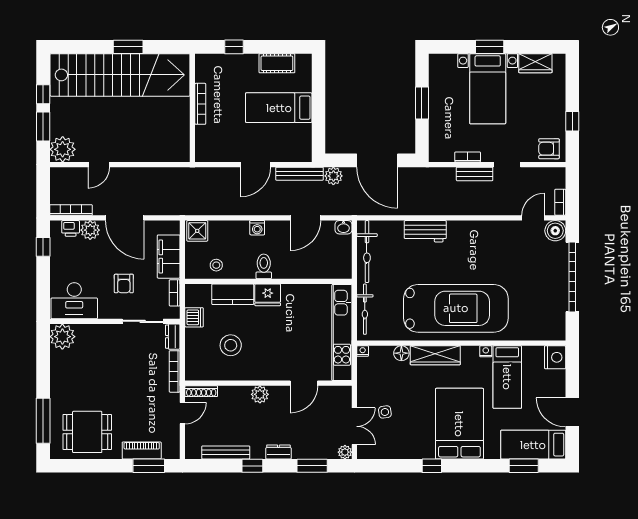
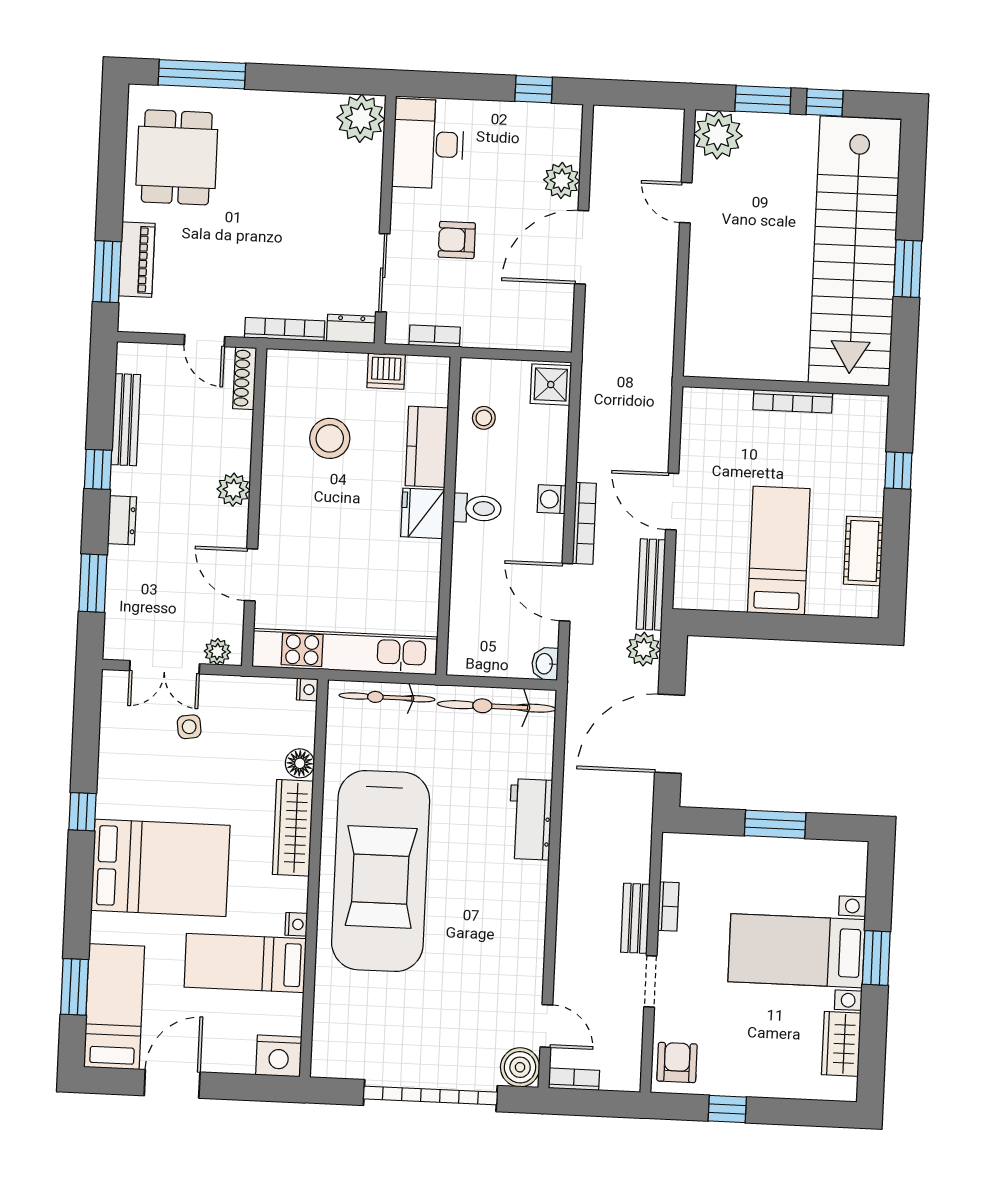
bookcase: (71, 210) -> (584, 523), moved
printer: (71, 228) -> (566, 143), removed
filing cabinet: (169, 257) -> (504, 328), removed
plant: (345, 452) -> (217, 652), moved

